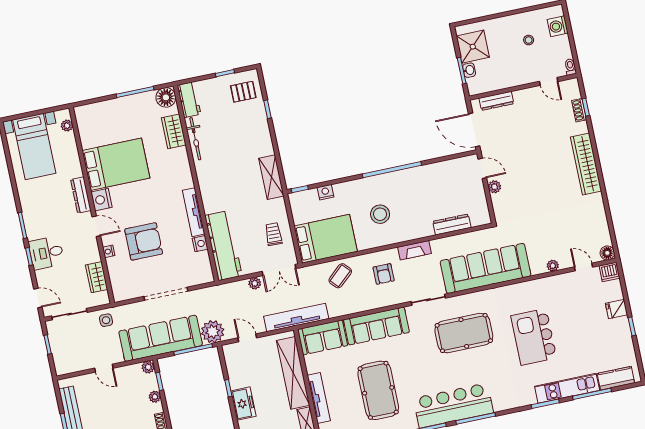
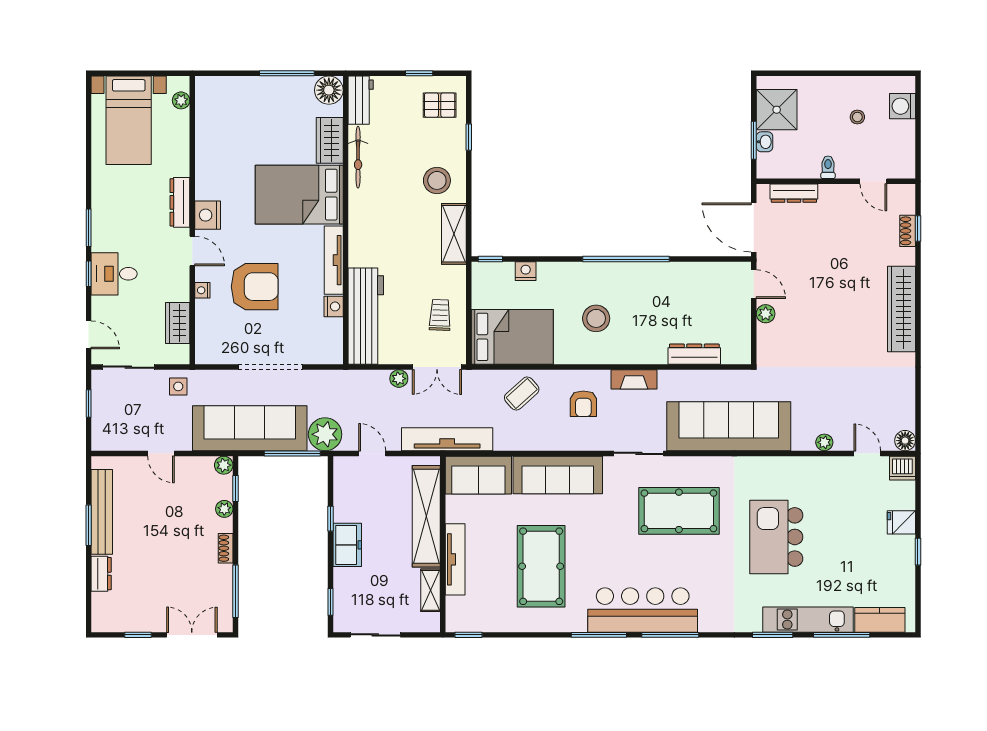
toilet: (570, 67) -> (828, 167), moved
stool: (252, 143) -> (437, 180), added
bed: (116, 164) -> (299, 195), moved, turned 180

